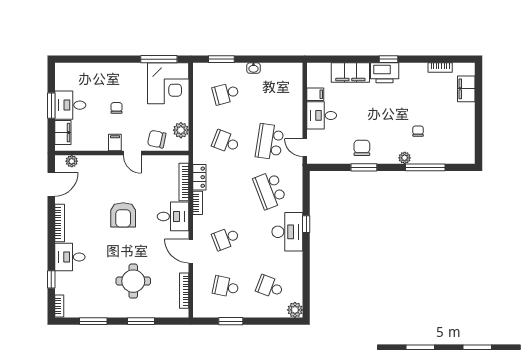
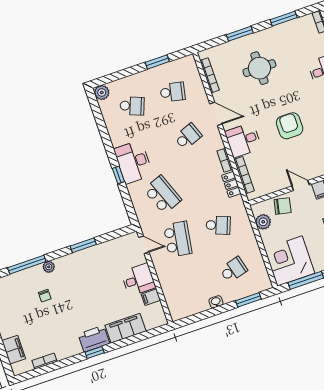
chair: (362, 148) -> (91, 262), removed

